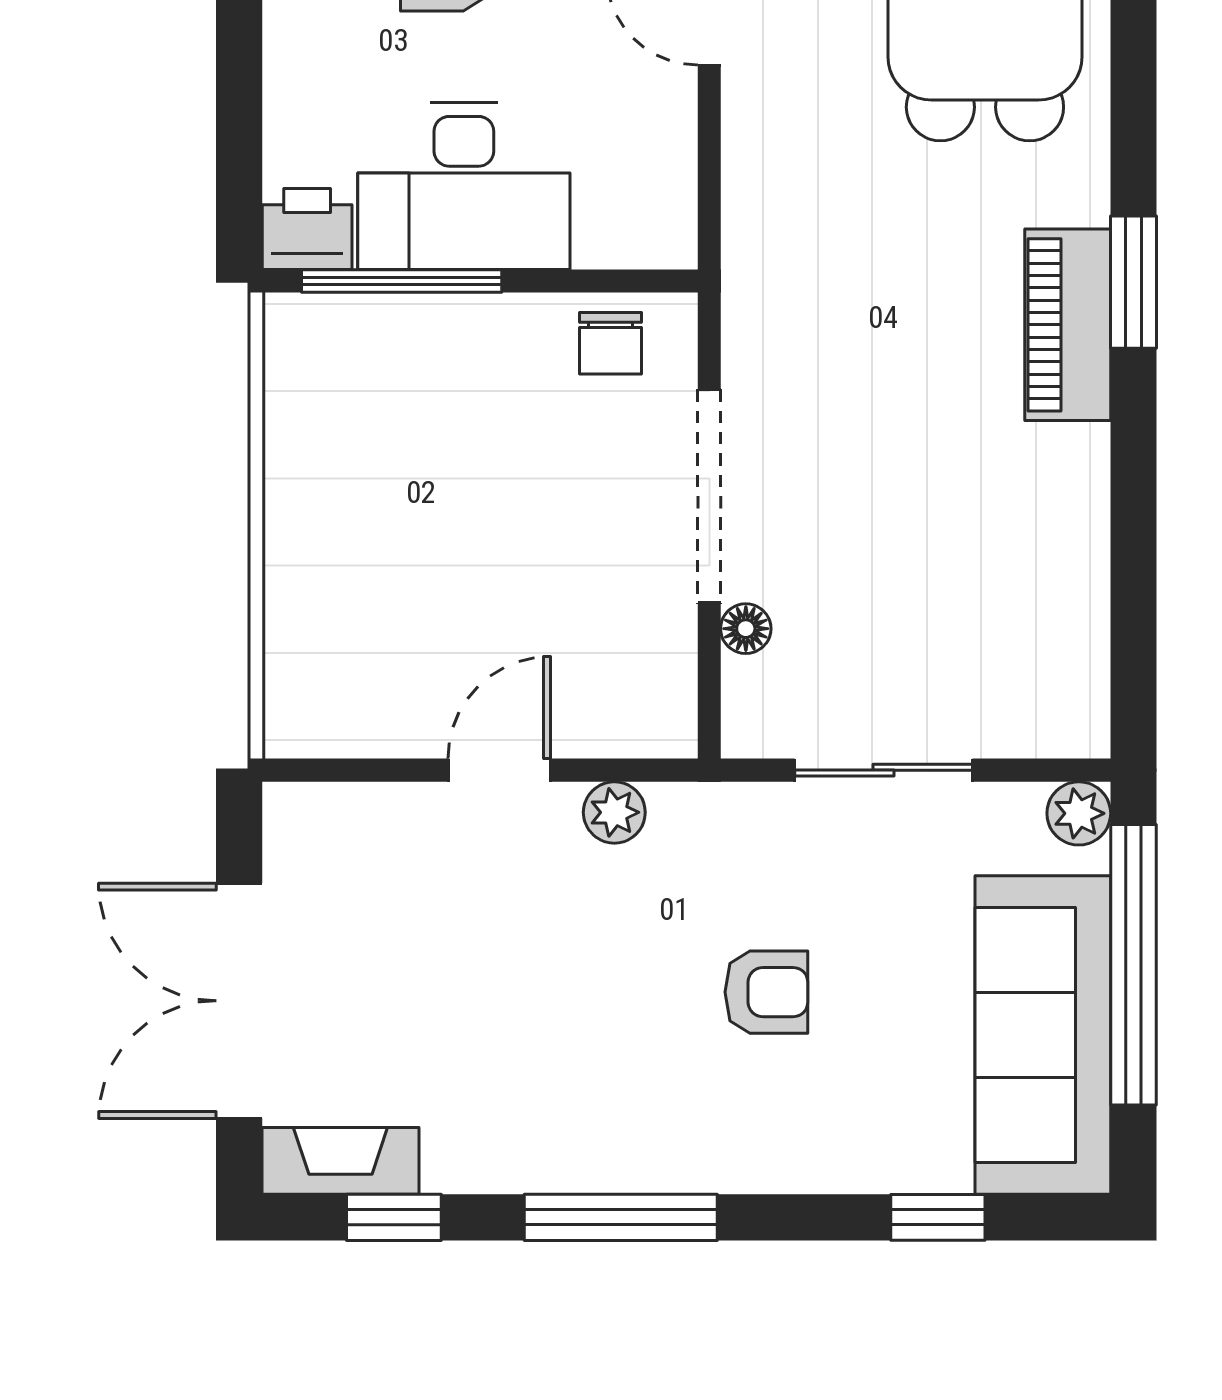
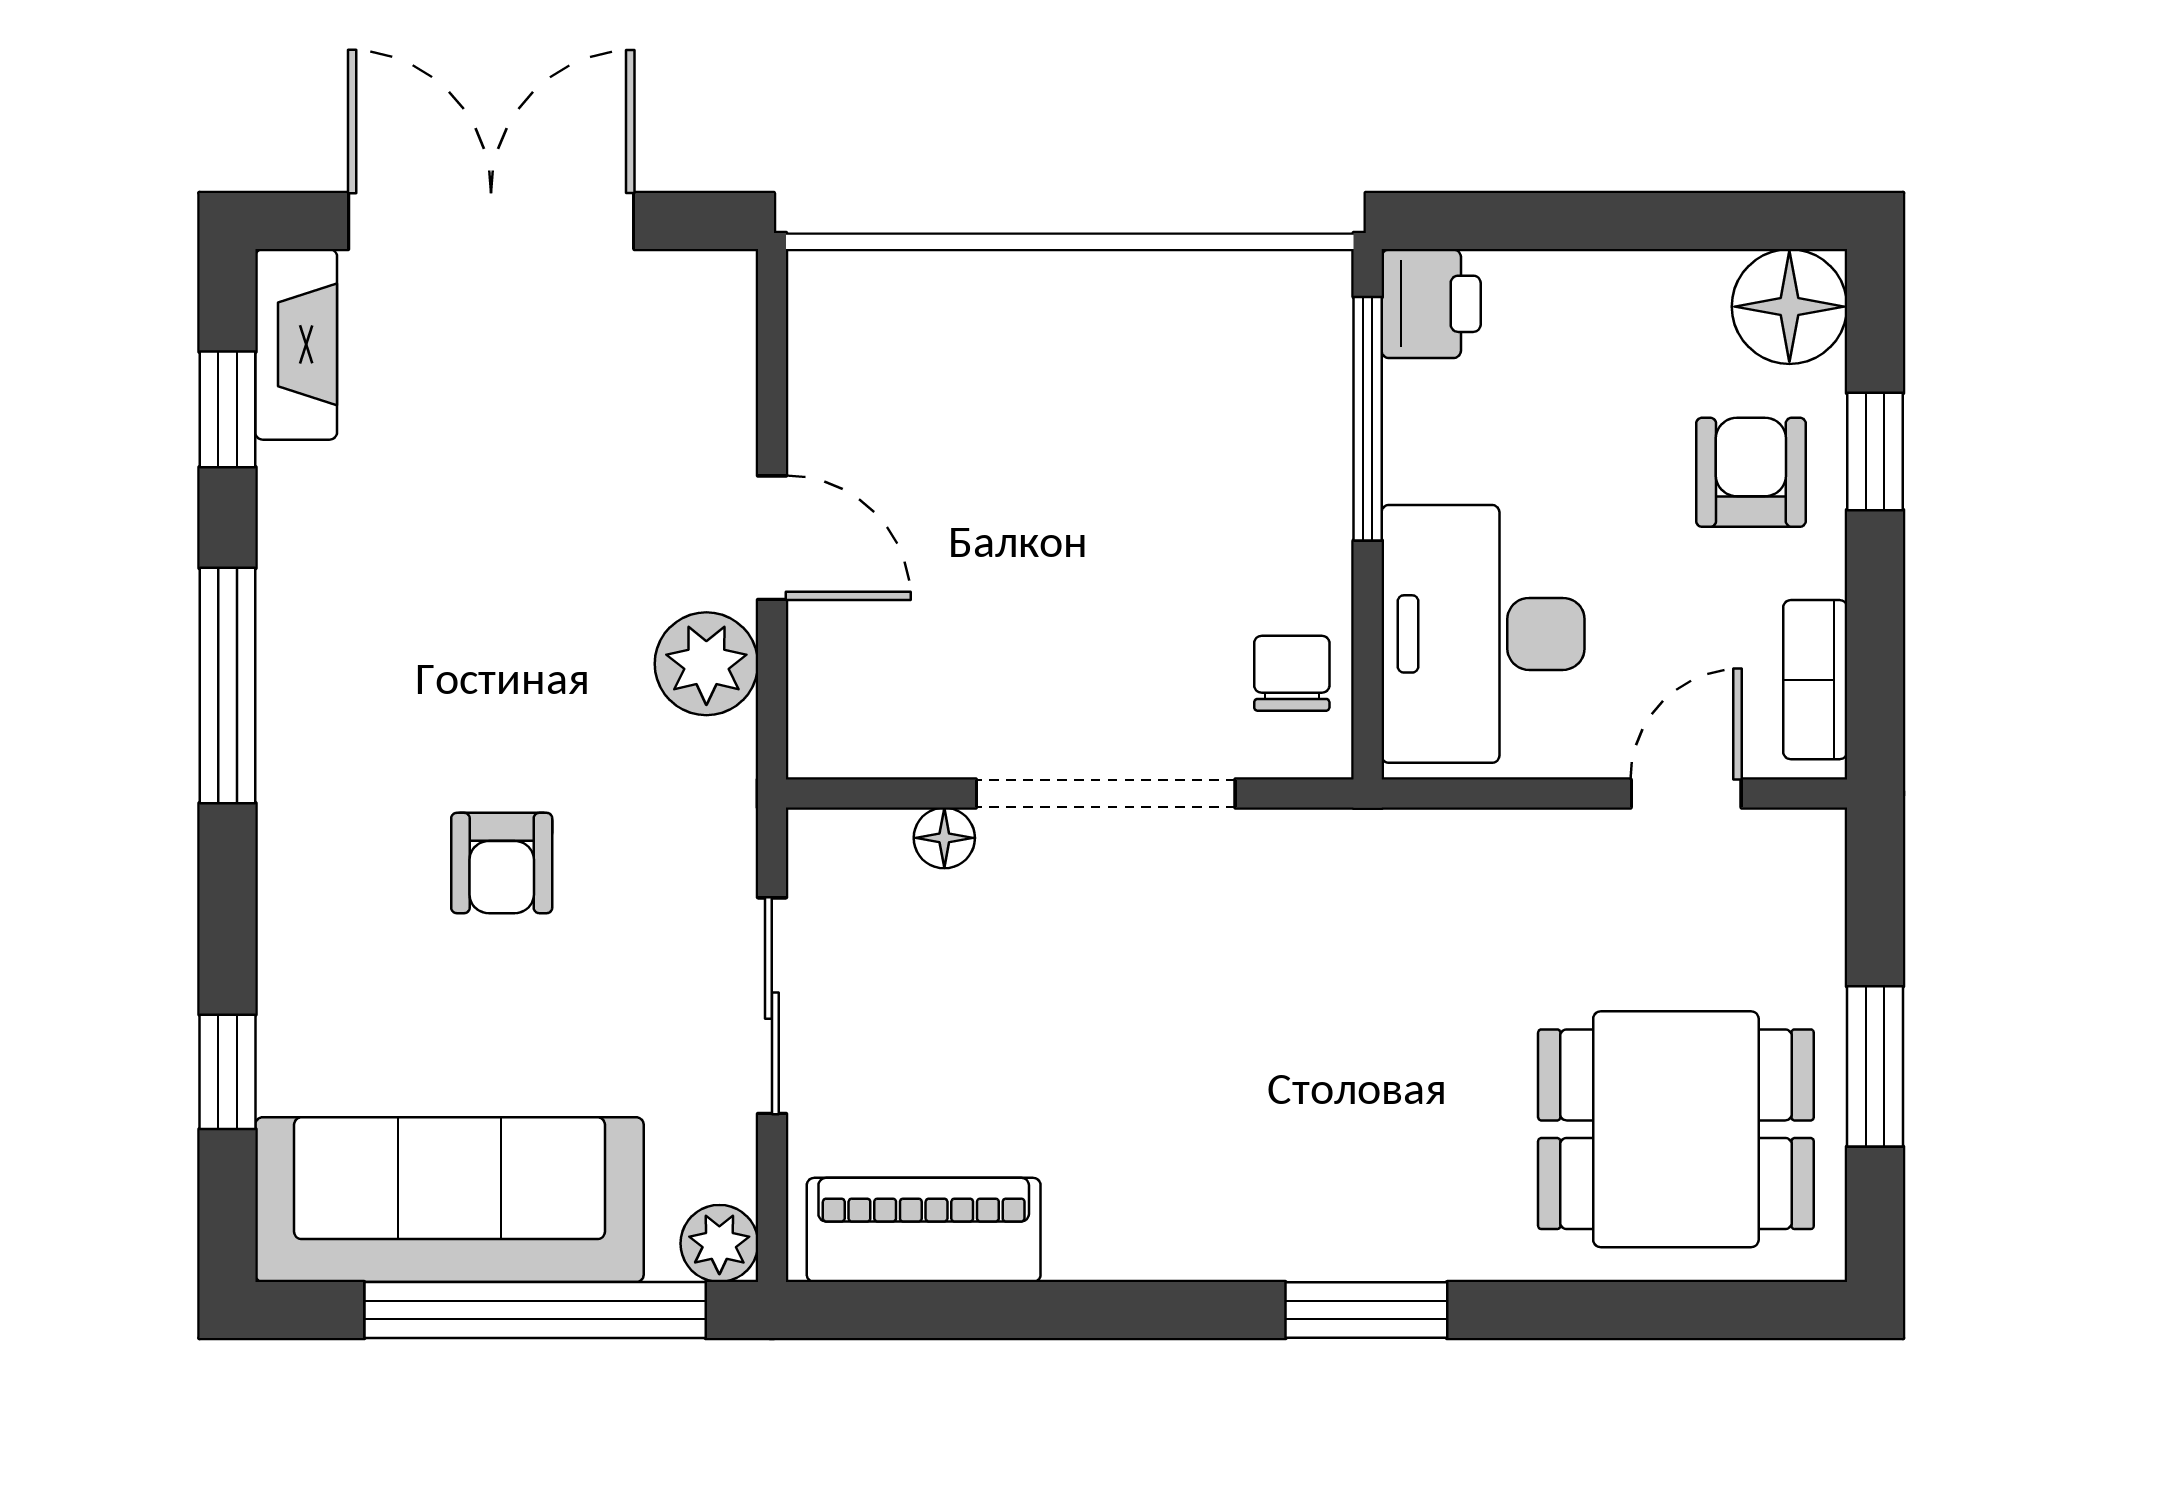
desk: (464, 186) -> (1483, 634), moved
piano: (1068, 325) -> (924, 1230), moved
chair: (611, 343) -> (1292, 673), turned 90
plant: (614, 812) -> (706, 664), width x1.38, depth x1.38

